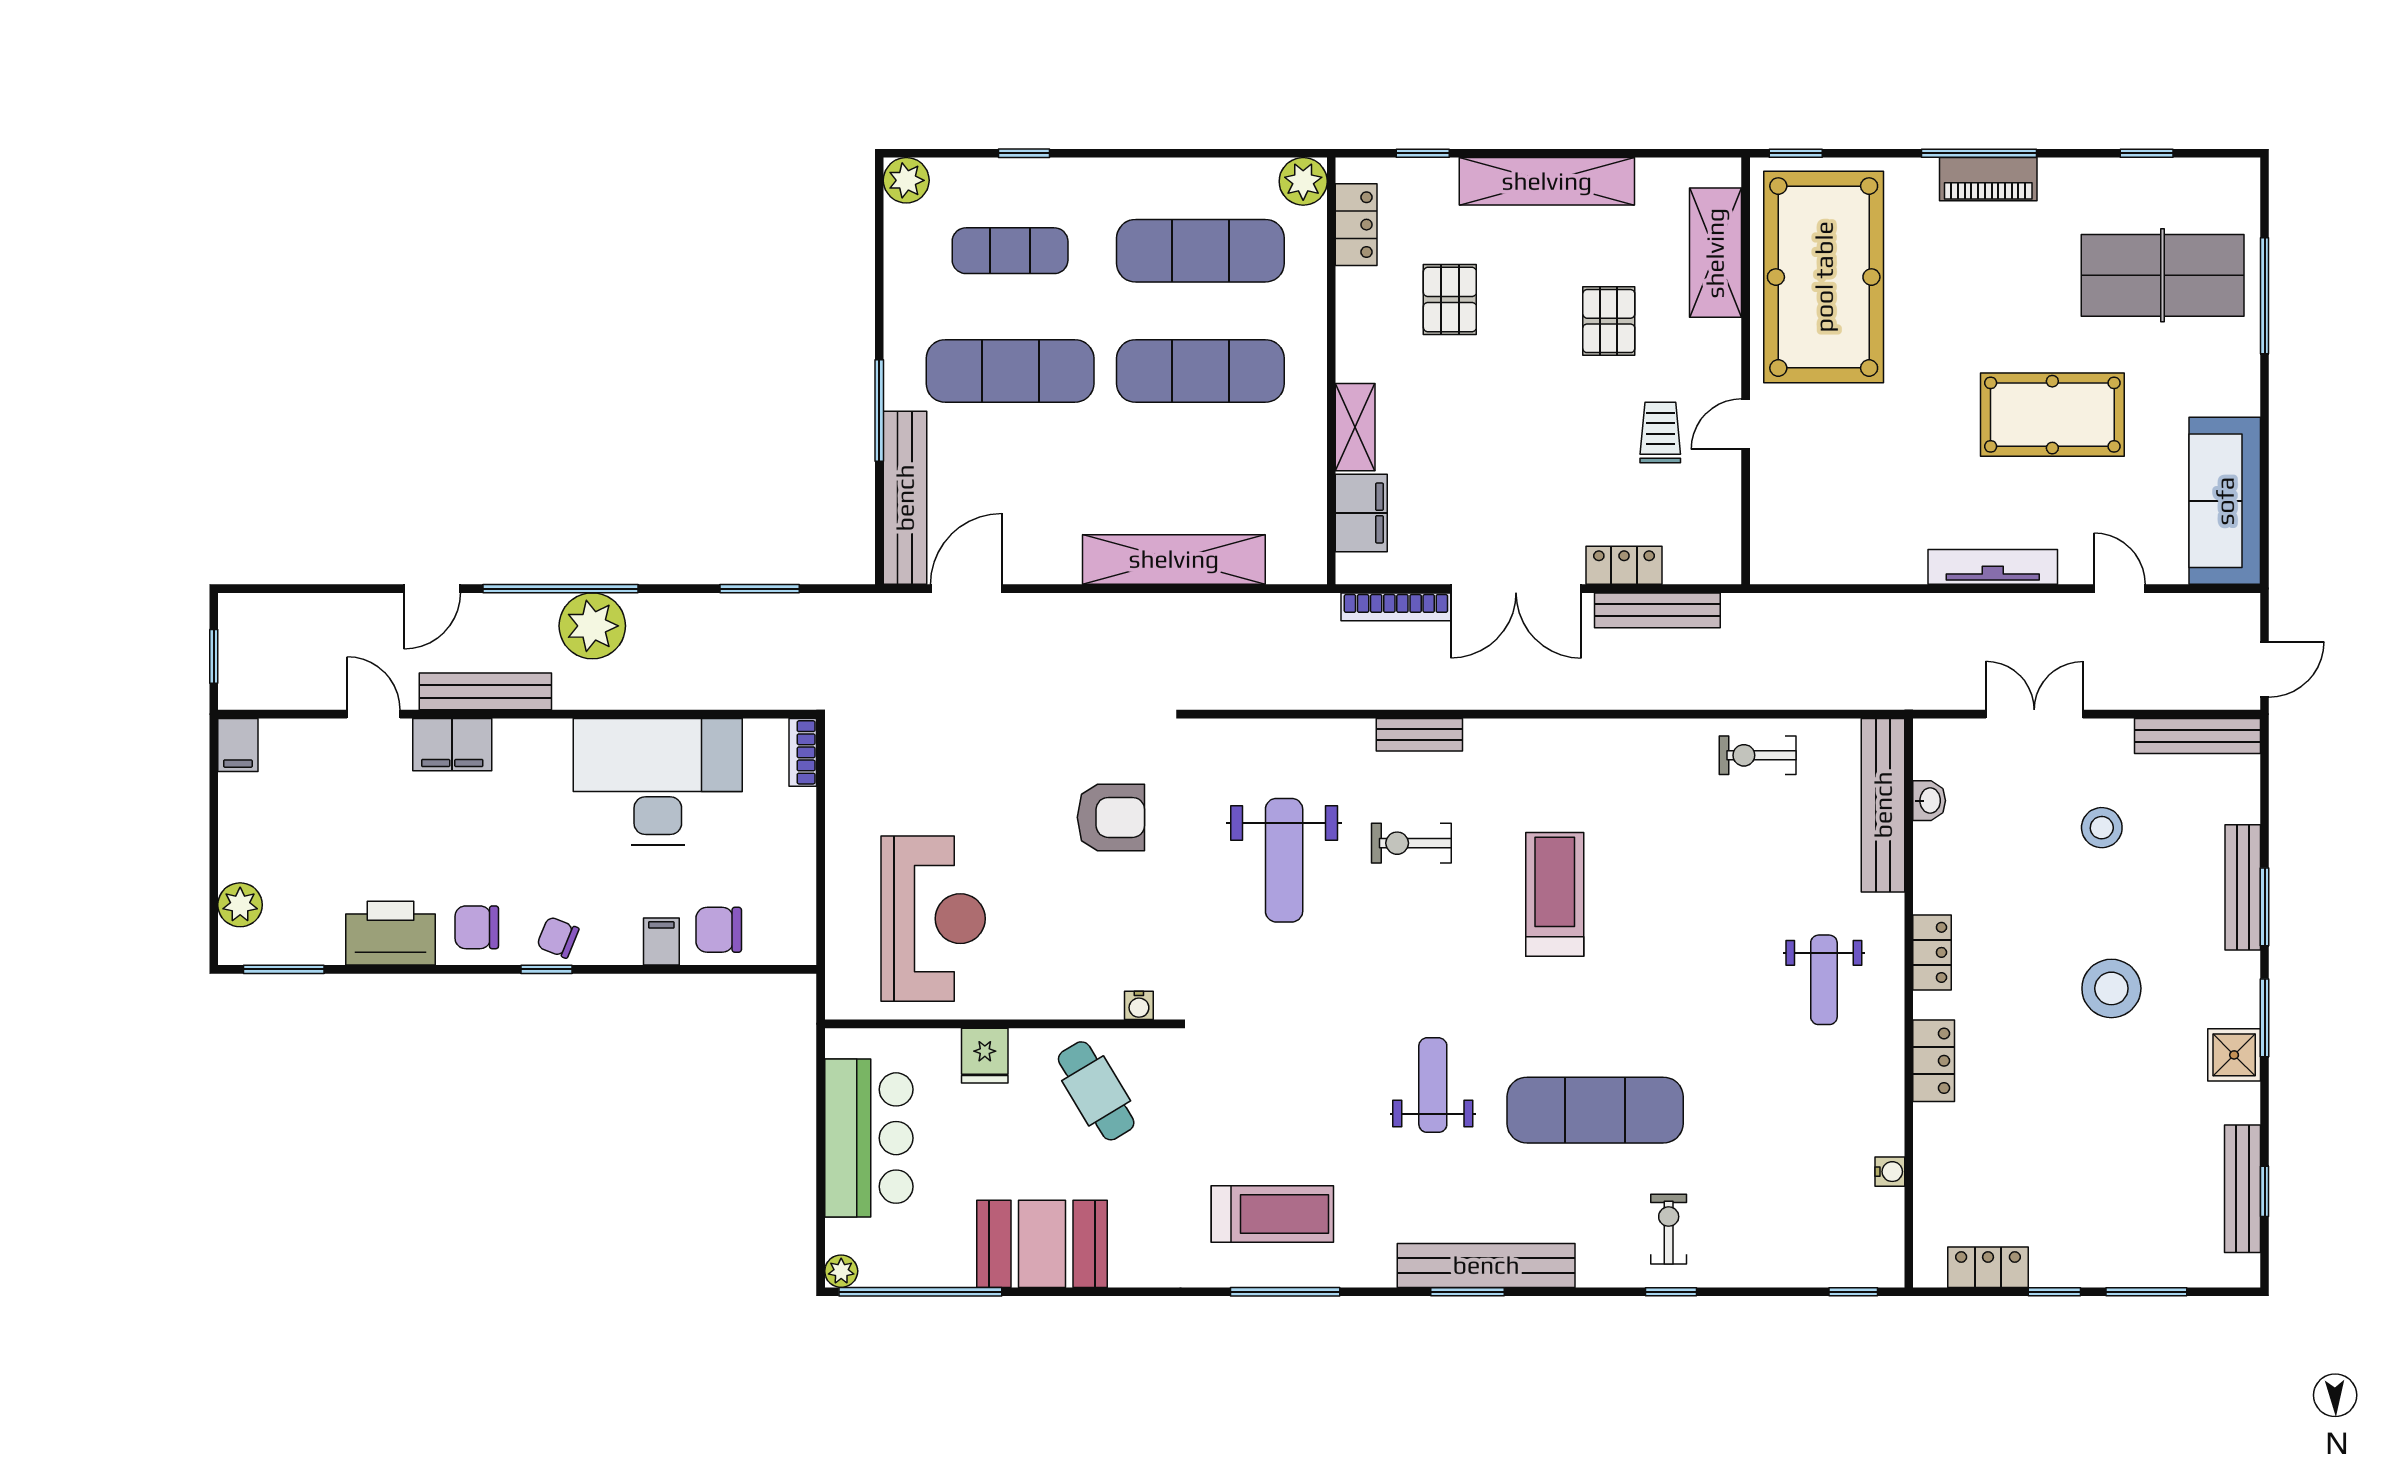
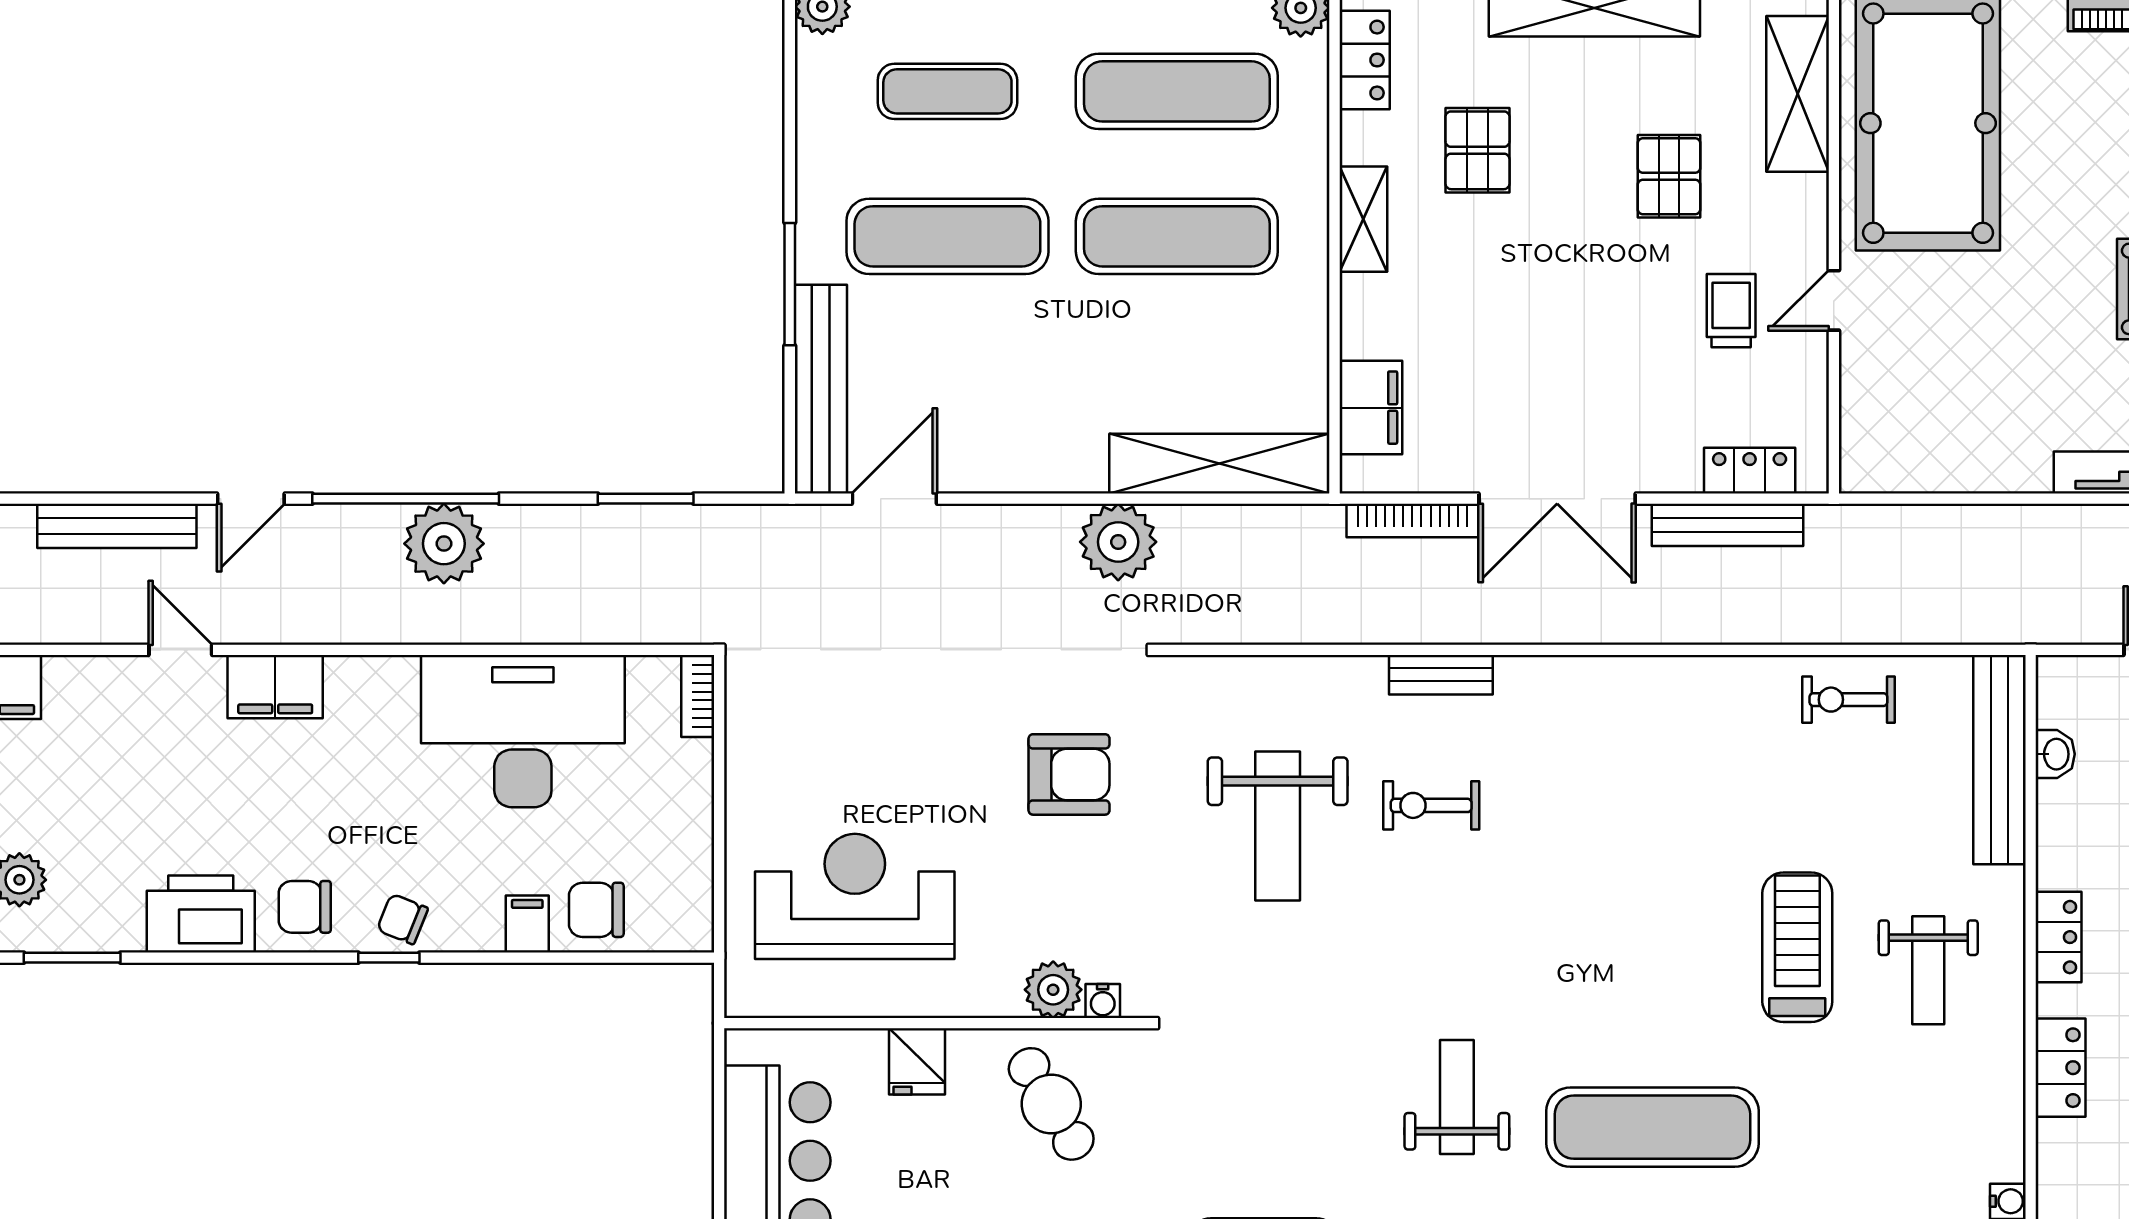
shelving: (1355, 427) -> (1363, 219), moved
shelving: (1174, 559) -> (1219, 464), moved
locker: (1624, 565) -> (1750, 471), moved
plant: (1152, 625) -> (1118, 542), added
bench: (485, 691) -> (117, 526), moved
treadmill: (1555, 894) -> (1797, 947), moved
reception desk: (933, 919) -> (855, 896), turned -90
plant: (1098, 996) -> (1053, 990), added

